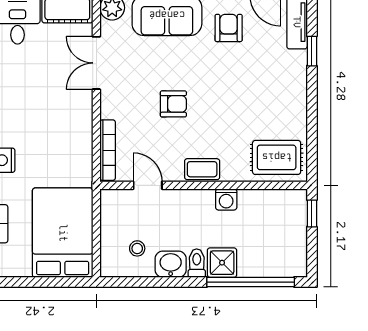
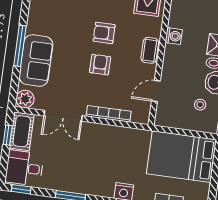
armchair: (229, 28) -> (104, 33), moved
bookcase: (108, 150) -> (109, 114), moved

